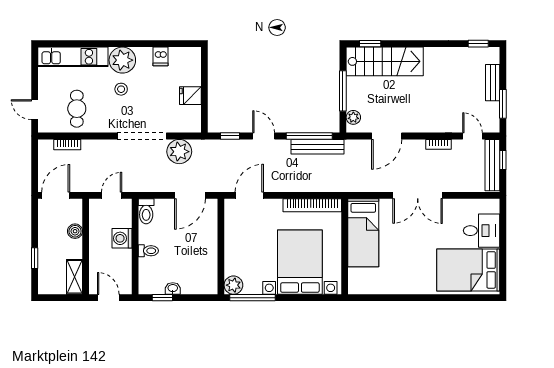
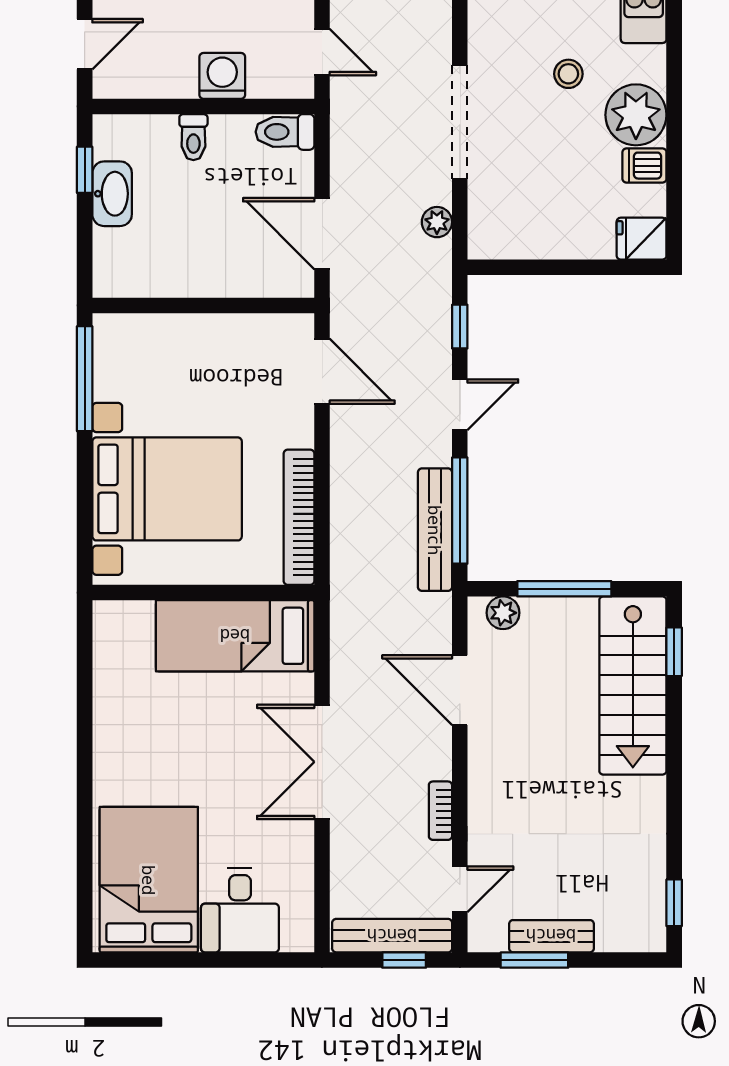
plant: (122, 60) -> (636, 115), moved
bench: (493, 83) -> (551, 936), moved
fridge: (190, 96) -> (642, 239), moved, turned -90
plant: (179, 152) -> (437, 222), width x0.53, depth x0.53
plant: (233, 285) -> (114, 335), removed
washbasin: (173, 288) -> (112, 194), width x1.91, depth x1.45

